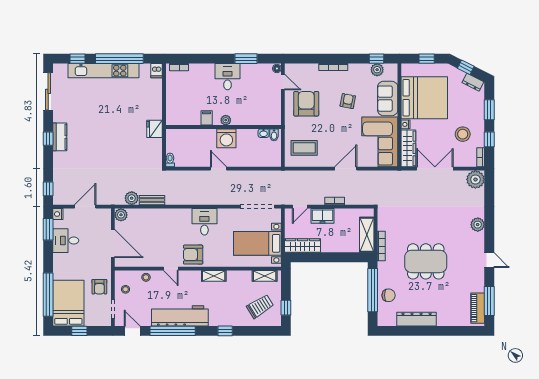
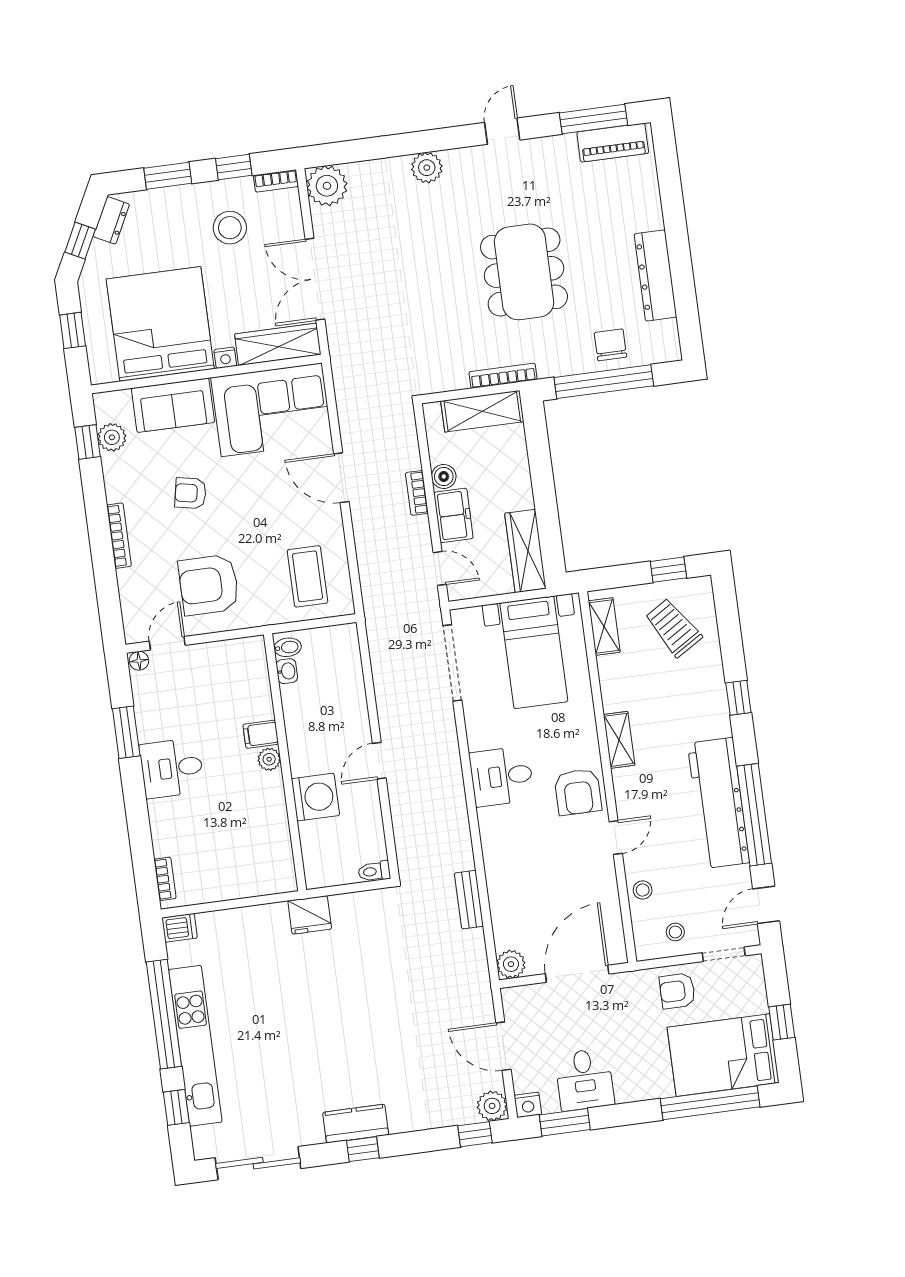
filing cabinet: (207, 118) -> (261, 734), moved
washing machine: (226, 138) -> (315, 797), moved
plant: (132, 198) -> (492, 1106), moved
boiler: (340, 214) -> (444, 477), added
armchair: (99, 287) -> (677, 991), turned 180

